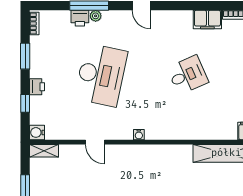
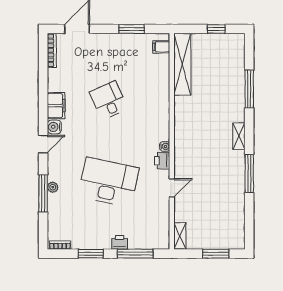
printer: (80, 18) -> (162, 161), moved, turned 180
filing cabinet: (207, 19) -> (56, 106), moved
window: (25, 103) -> (135, 254), width x2.17
water cooler: (37, 132) -> (54, 127), moved, turned 90

